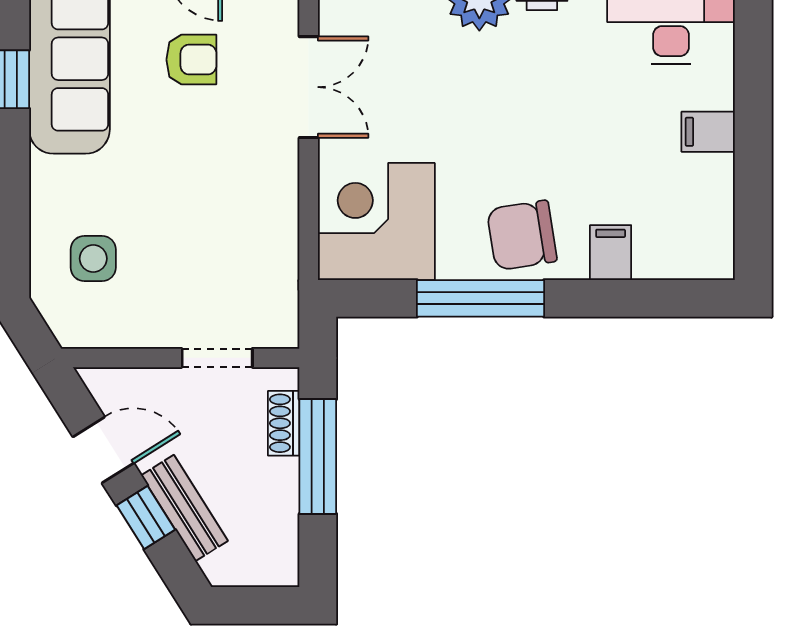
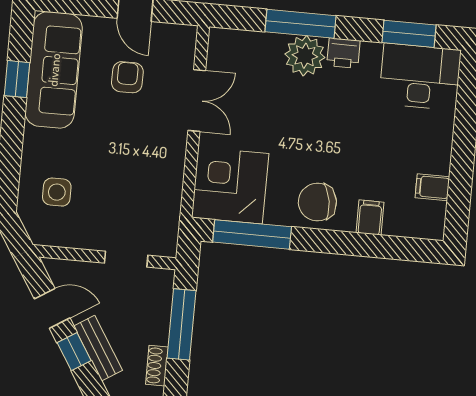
armchair: (191, 60) -> (127, 77), turned -90
filing cabinet: (708, 132) -> (432, 187), moved
window: (481, 298) -> (252, 234), moved
shoe rack: (284, 423) -> (157, 366), moved

